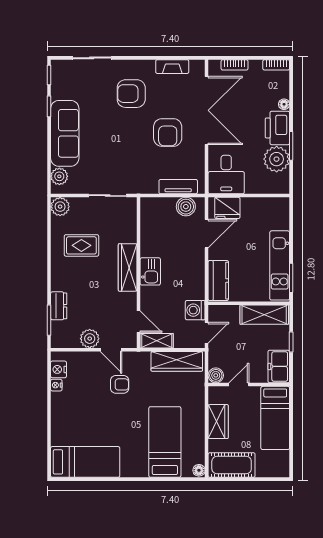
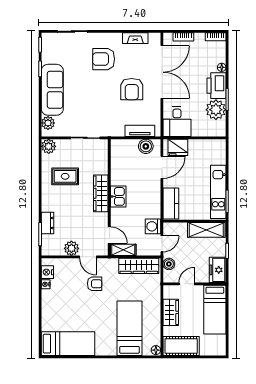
boiler: (216, 375) -> (169, 264), moved

